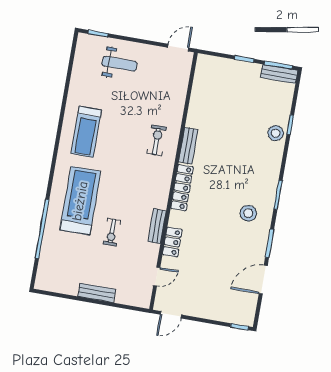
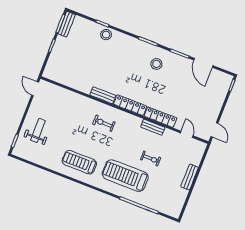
treadmill: (86, 132) -> (79, 162), turned 180
exercise bike: (157, 140) -> (104, 123), moved
locker: (172, 242) -> (160, 117), width x1.53

